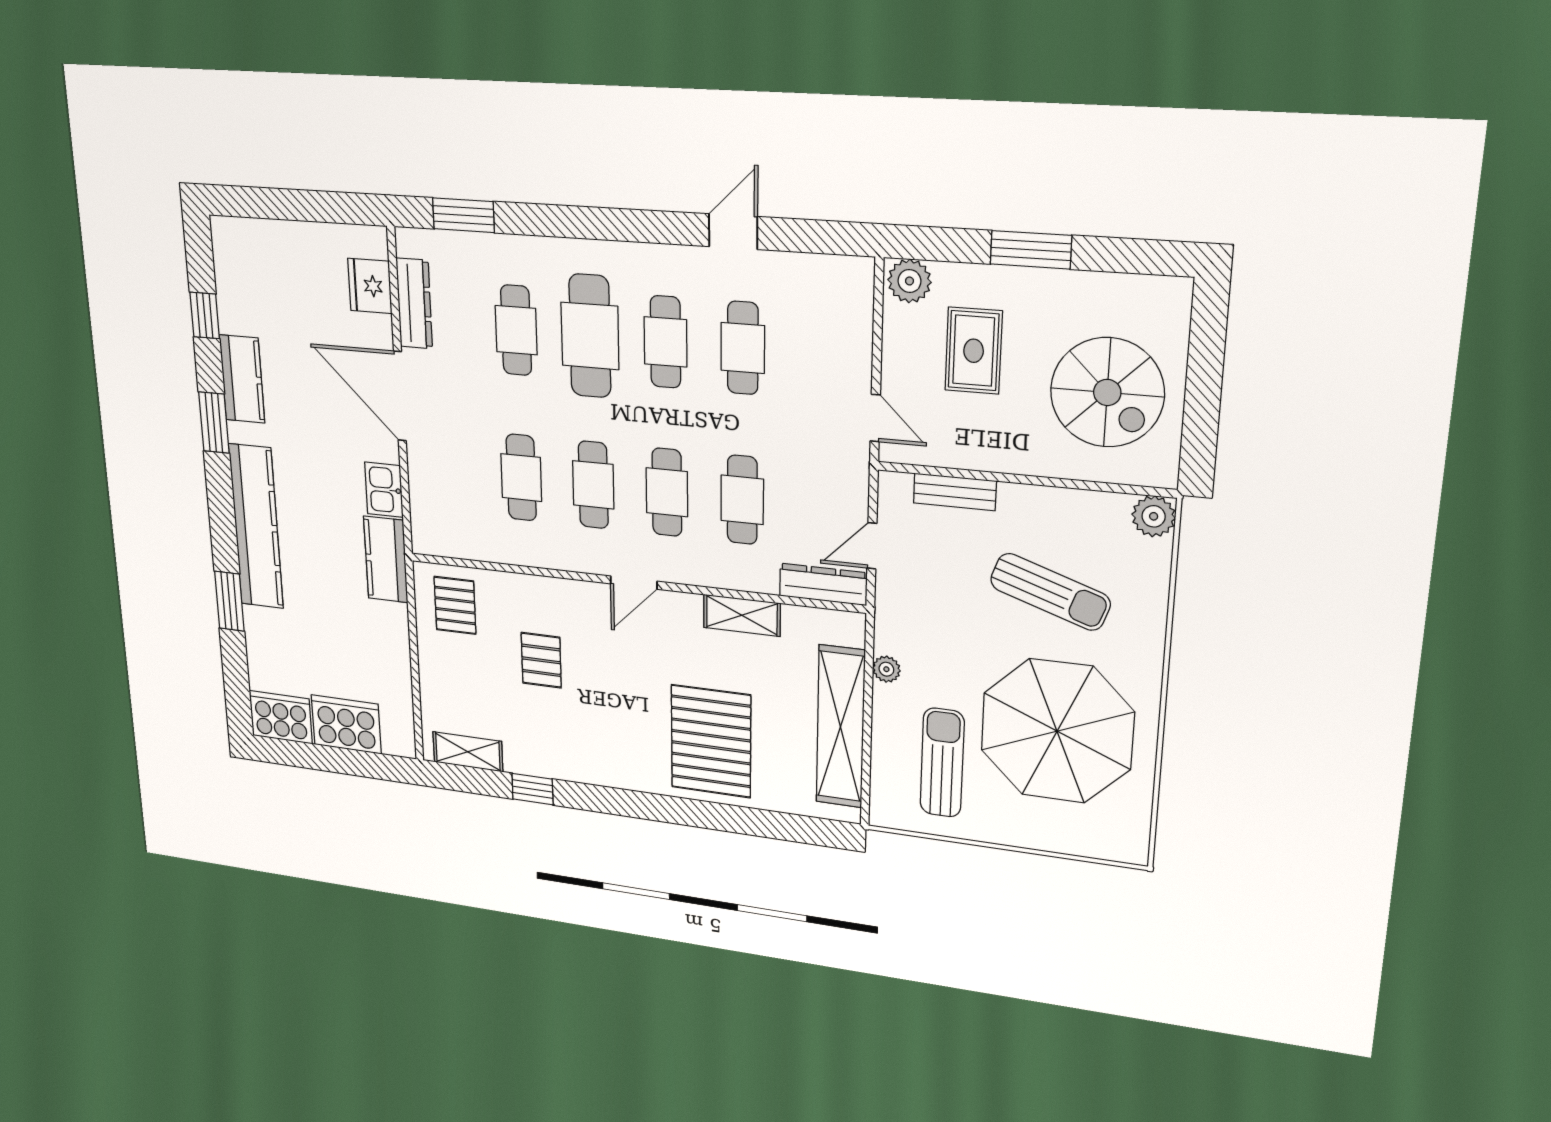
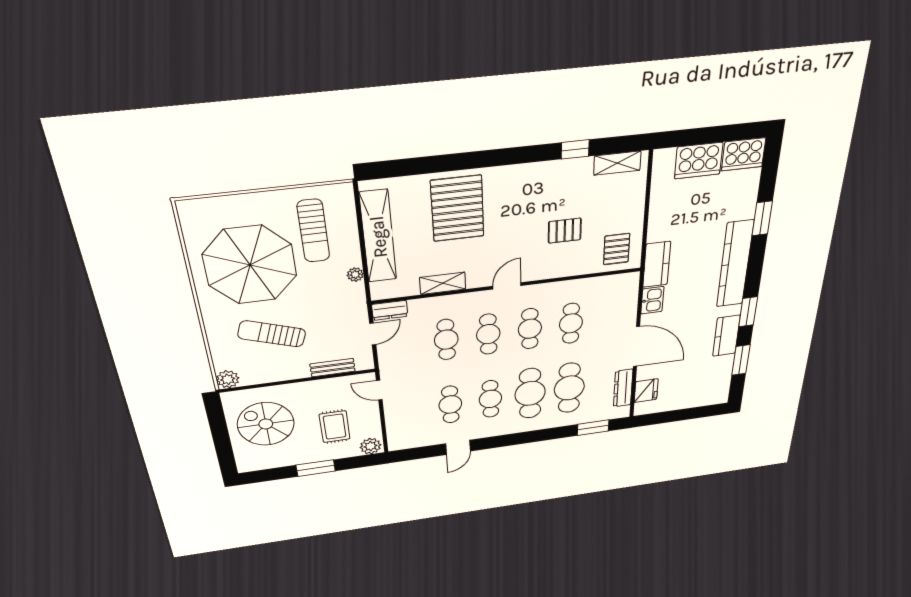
window: (205, 315) -> (741, 360), width x1.50
cafe table: (516, 330) -> (569, 388), width x1.37, depth x1.35
dresser: (823, 584) -> (390, 310), width x0.70
pallet: (541, 660) -> (565, 231), turned 90

